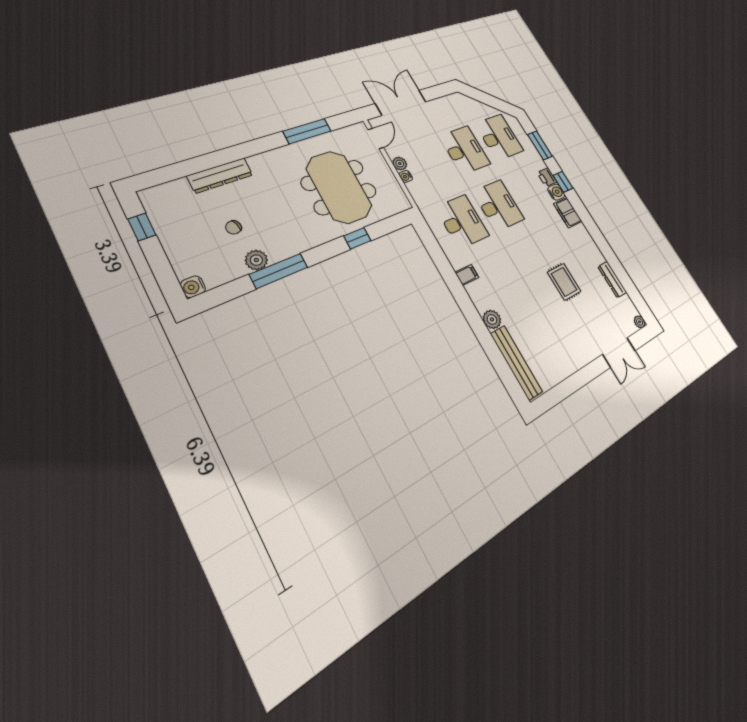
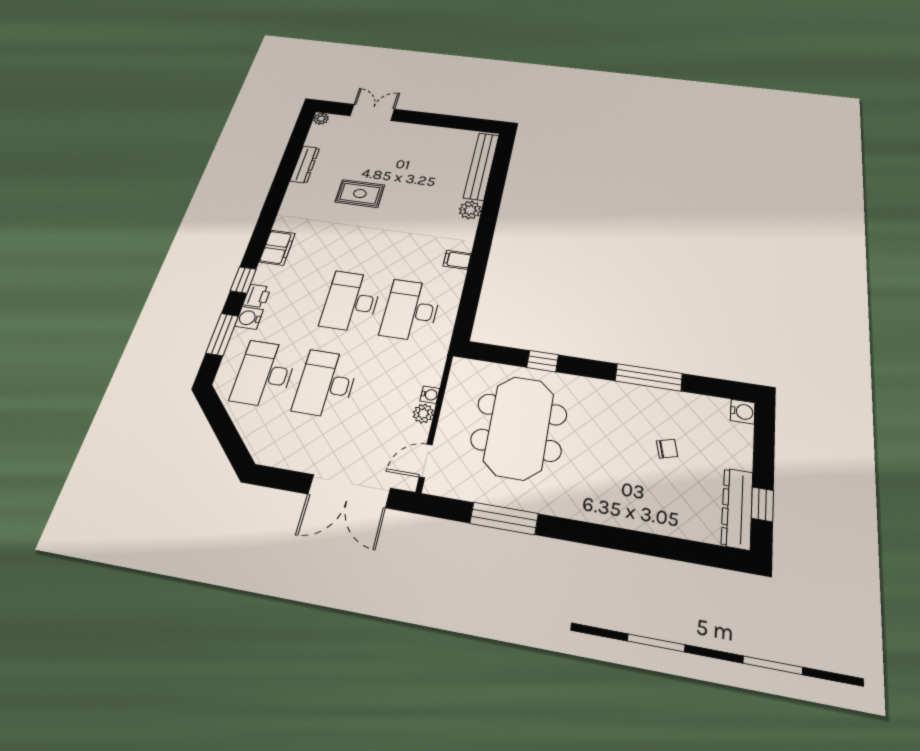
dresser: (220, 175) -> (737, 508), moved, turned -90
water cooler: (556, 192) -> (249, 318), moved
plant: (256, 260) -> (664, 401), removed
rug: (564, 282) -> (360, 194), turned 90

